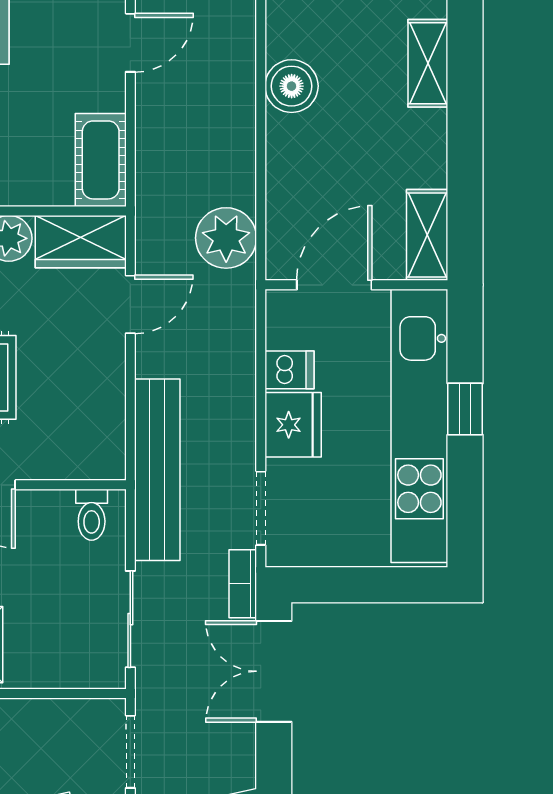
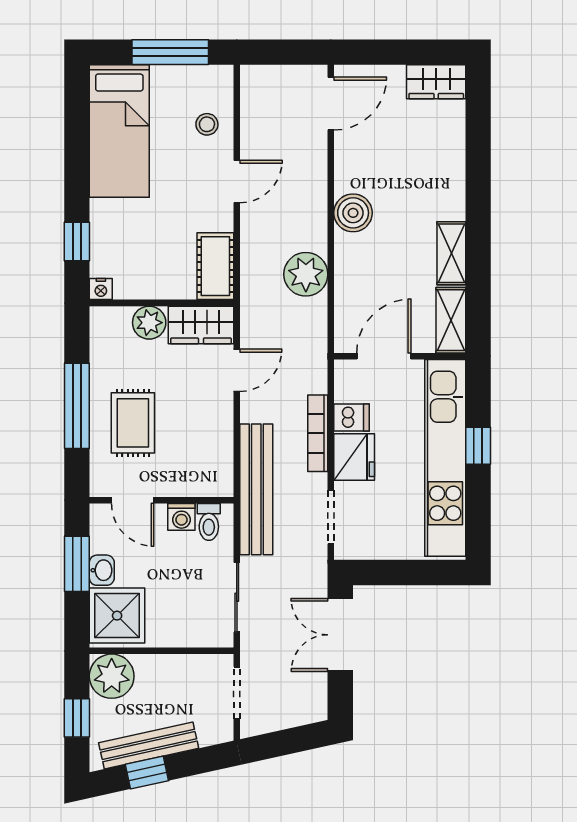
shelving: (428, 63) -> (451, 253), moved
plant: (226, 238) -> (306, 274), moved
washing machine: (54, 508) -> (181, 517), added
bookcase: (243, 584) -> (318, 433), moved, width x1.56

